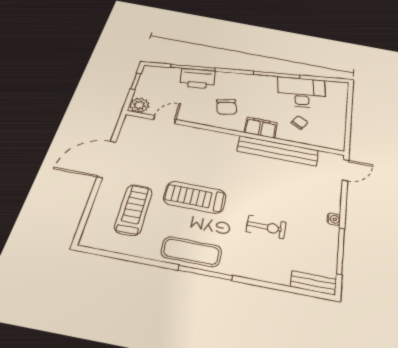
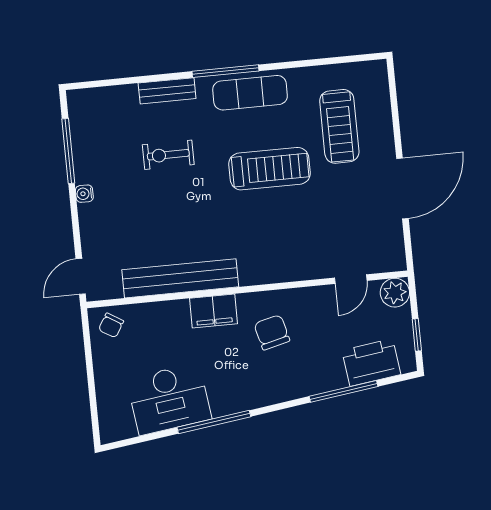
printer: (198, 78) -> (371, 362), moved
chair: (300, 122) -> (111, 325), moved
bench: (313, 283) -> (167, 91), moved

